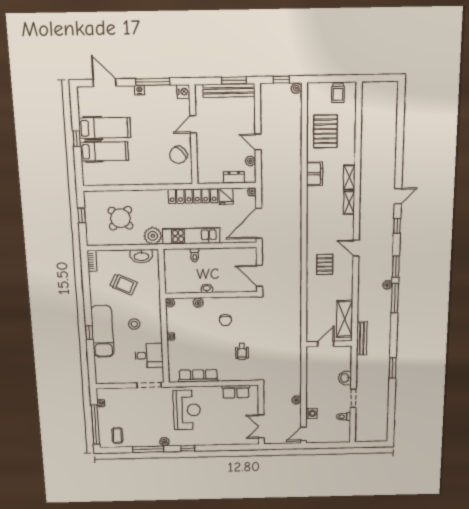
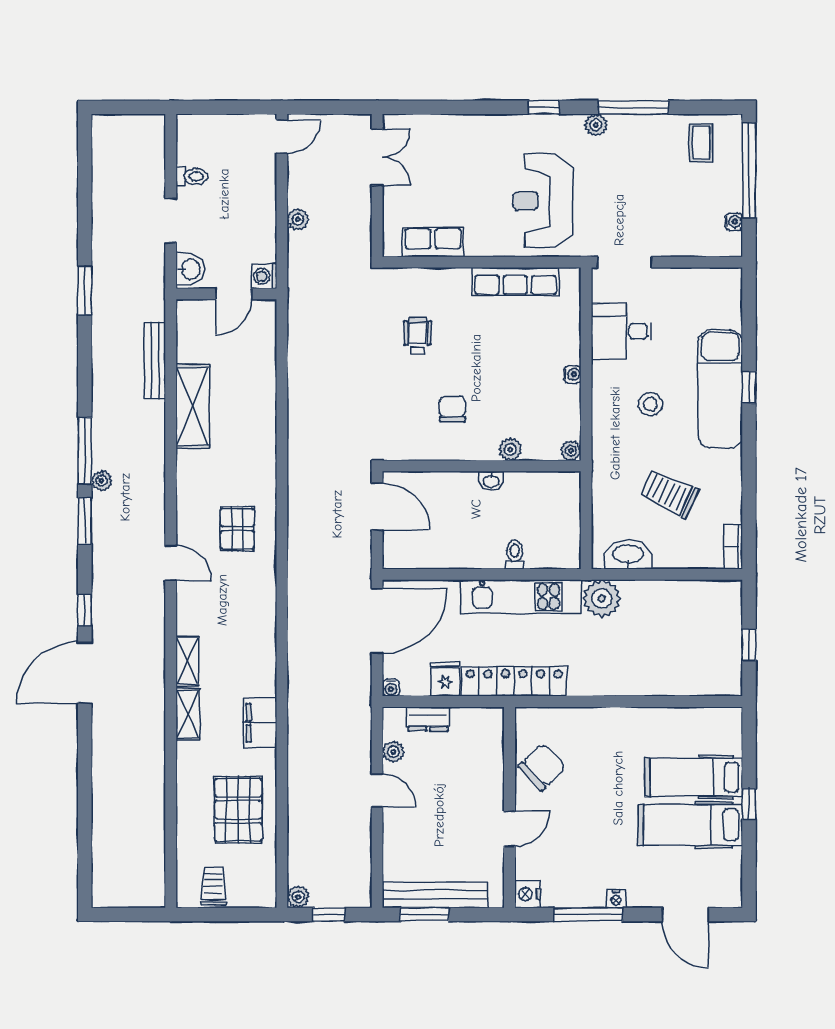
door: (398, 196) -> (85, 673), width x1.87
round table: (120, 218) -> (668, 637), removed
door: (326, 344) -> (234, 294), moved
wall: (329, 344) -> (226, 294), moved
washing machine: (311, 413) -> (264, 276), moved

